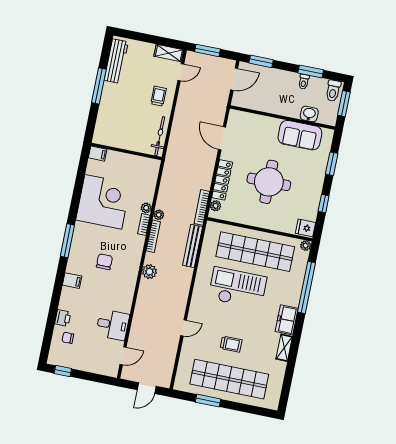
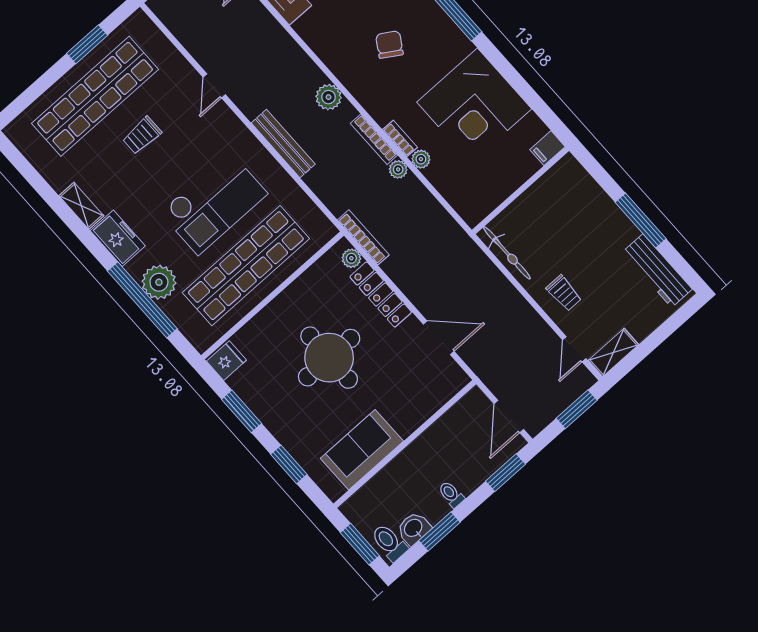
toilet: (304, 82) -> (451, 494), moved
washbasin: (309, 114) -> (414, 528), moved, turned 180
window: (324, 204) -> (242, 411), width x1.50
bench: (193, 246) -> (283, 144), moved
plant: (306, 246) -> (159, 282), moved, width x1.88, depth x1.88
chair: (104, 262) -> (389, 45), turned -148

